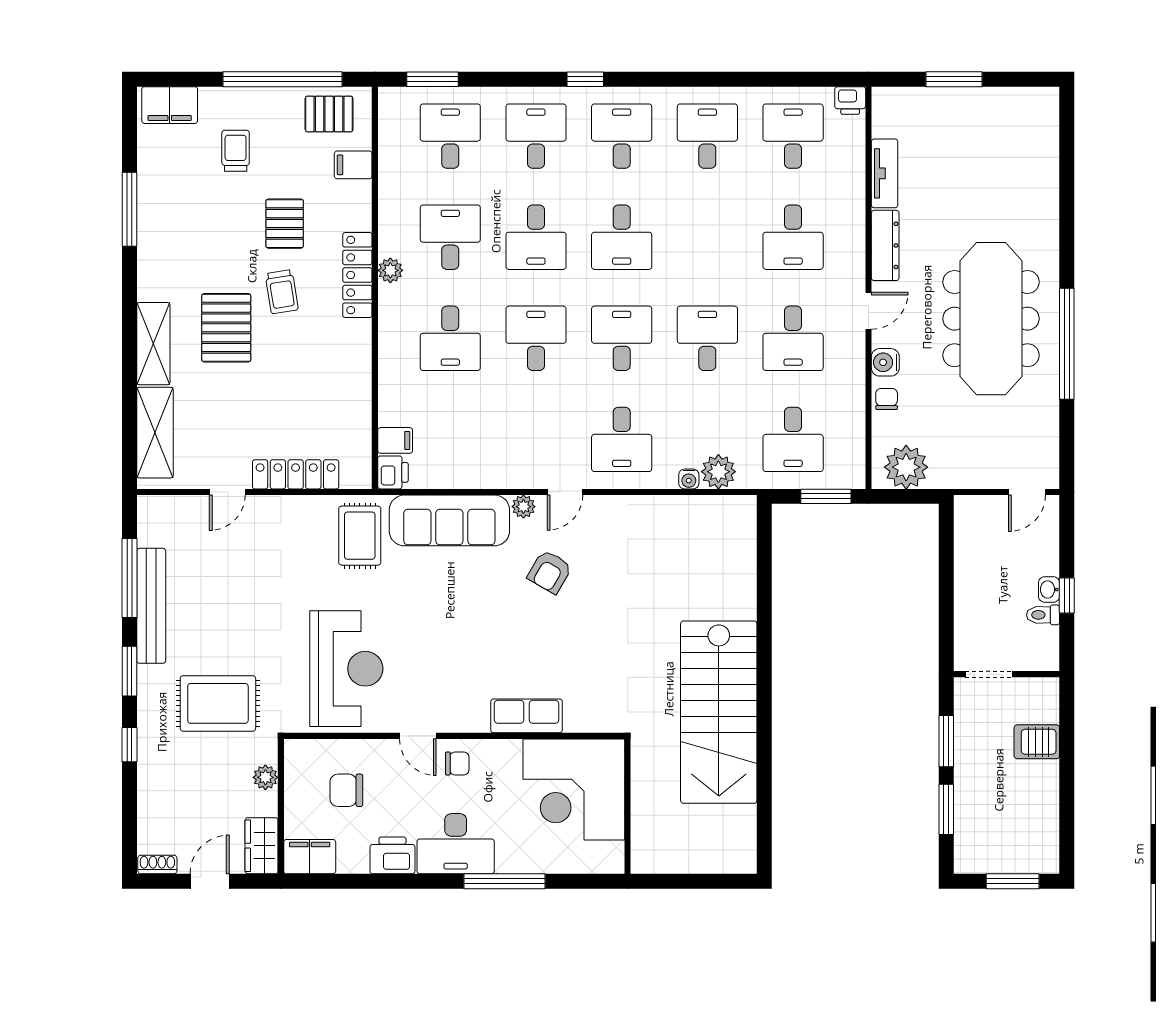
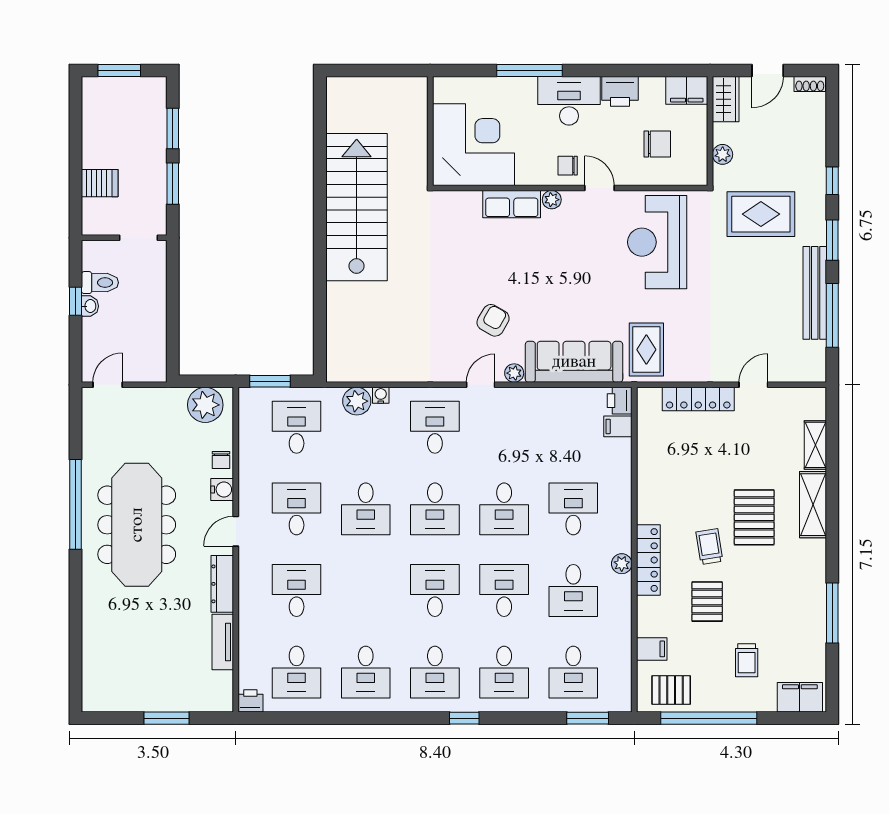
shelving: (155, 433) -> (815, 445), width x0.67, depth x0.75
toilet: (1043, 615) -> (100, 283), width x1.37, depth x1.39
plant: (477, 721) -> (552, 200), added

